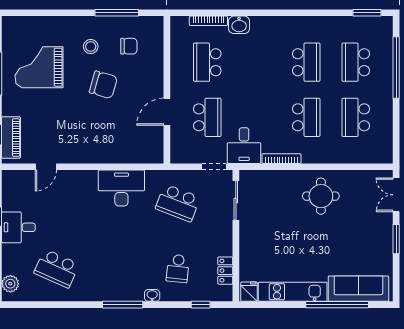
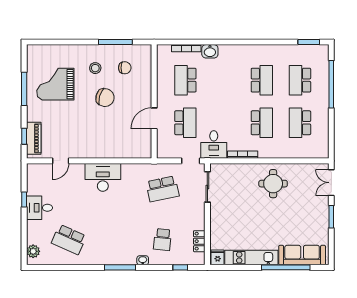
desk: (121, 188) -> (103, 177), moved
school desk: (178, 203) -> (163, 189), turned -33

